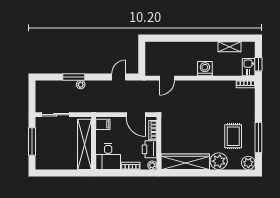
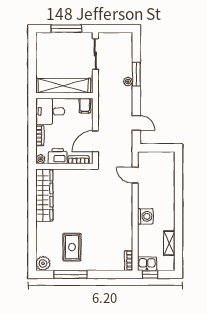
rug: (233, 136) -> (72, 247), turned 90
plant: (219, 161) -> (45, 231), removed

